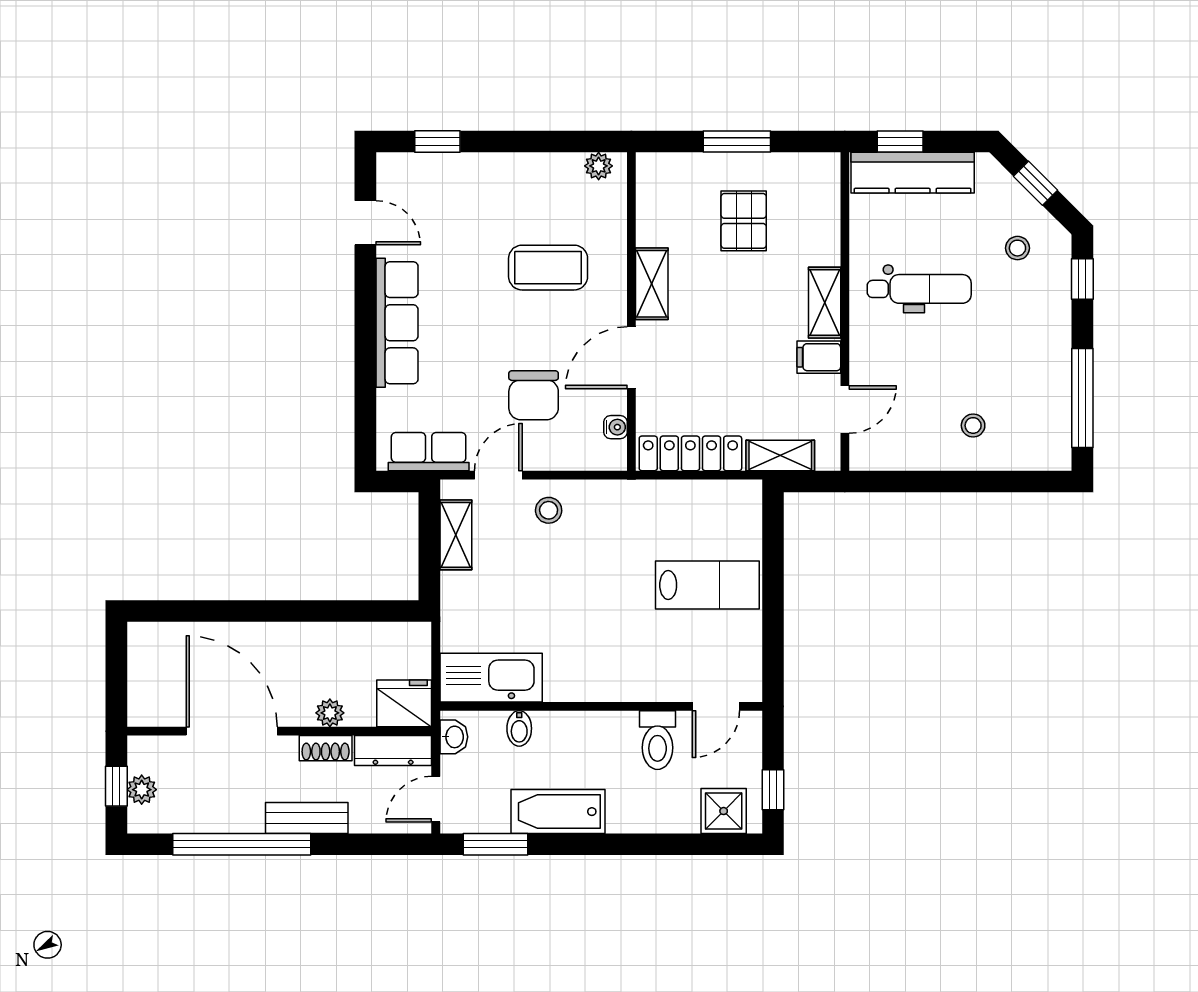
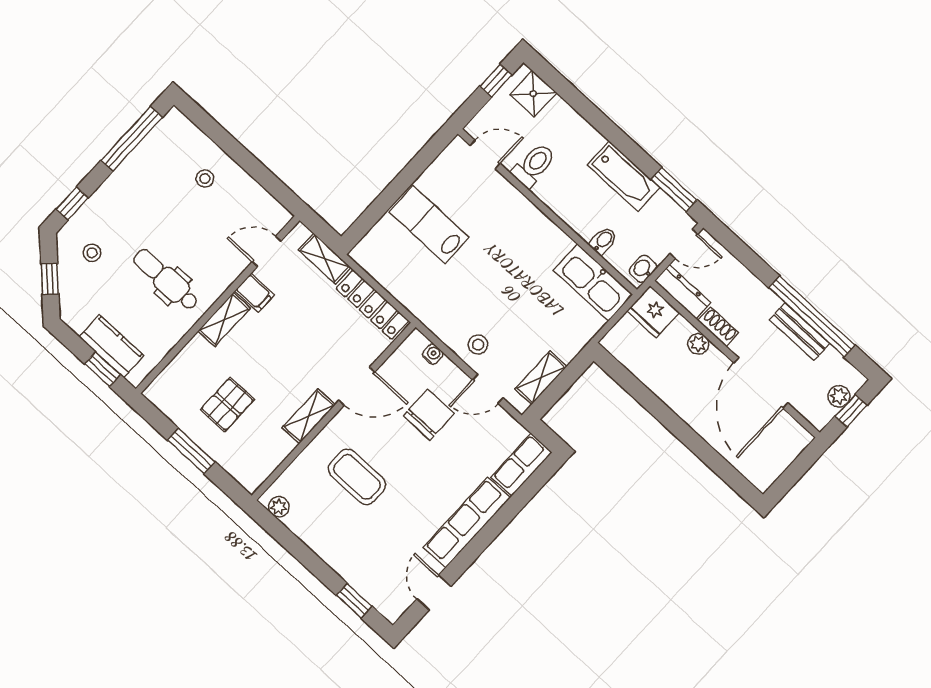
kitchen counter: (913, 173) -> (111, 346), width x0.67
water cooler: (615, 427) -> (433, 354), moved, turned 90
row of seats: (429, 452) -> (522, 465), moved, turned 90
bench: (307, 818) -> (800, 332), moved

